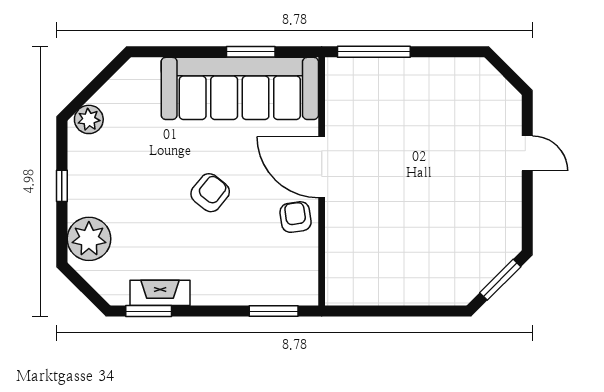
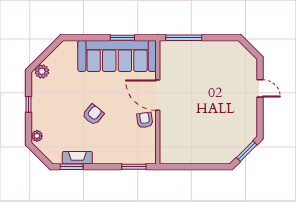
armchair: (210, 193) -> (93, 115), moved
plant: (89, 239) -> (37, 136), width x0.53, depth x0.53

